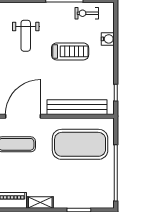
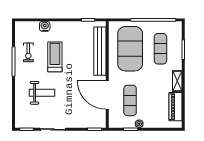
exercise bike: (87, 13) -> (28, 52), moved
exercise mat: (80, 182) -> (160, 49), added

